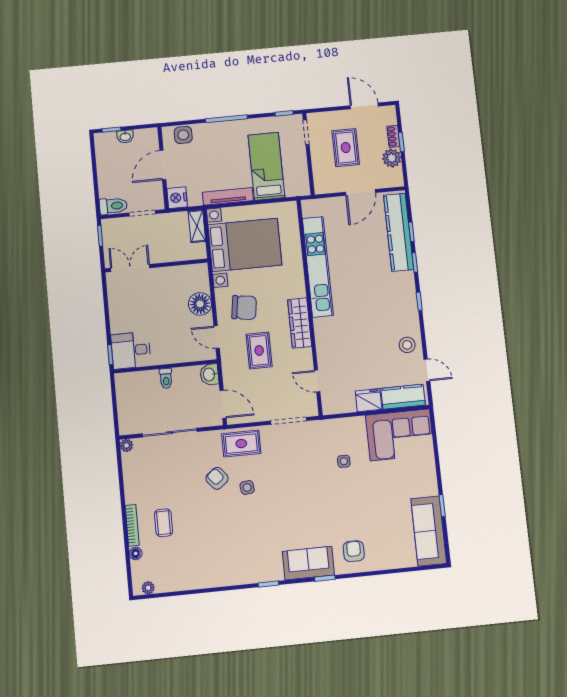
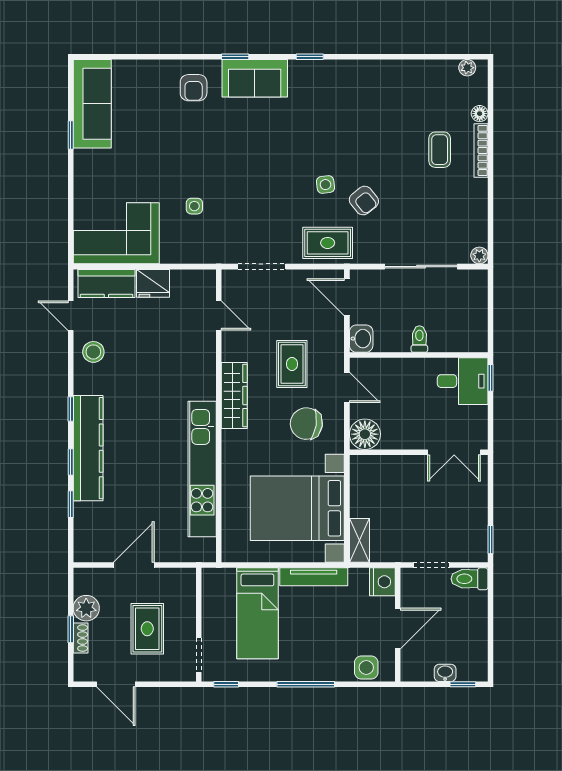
kitchen counter: (399, 232) -> (88, 448), moved
wall: (156, 265) -> (419, 452), moved
double door: (130, 268) -> (454, 452), moved

